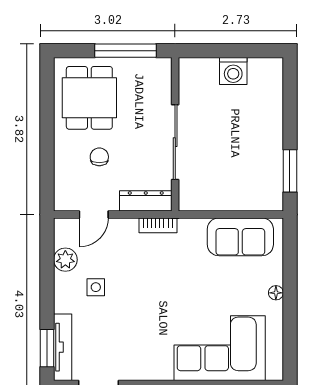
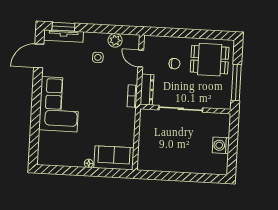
window: (290, 171) -> (160, 176), removed
sofa: (240, 237) -> (114, 158), moved, turned 90
corner sofa: (220, 348) -> (59, 104), moved

